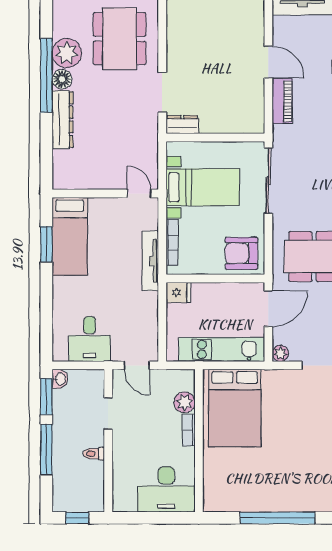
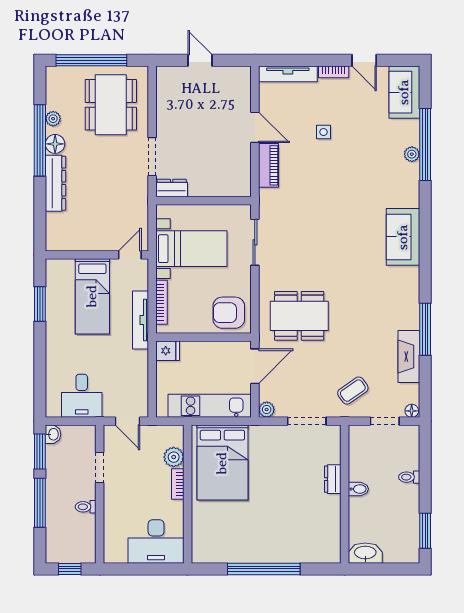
plant: (67, 53) -> (53, 119), width x0.53, depth x0.53
sliding door: (268, 181) -> (255, 242), width x0.73
door: (139, 194) -> (130, 255), hinge flipped
bed: (70, 236) -> (92, 296), moved

